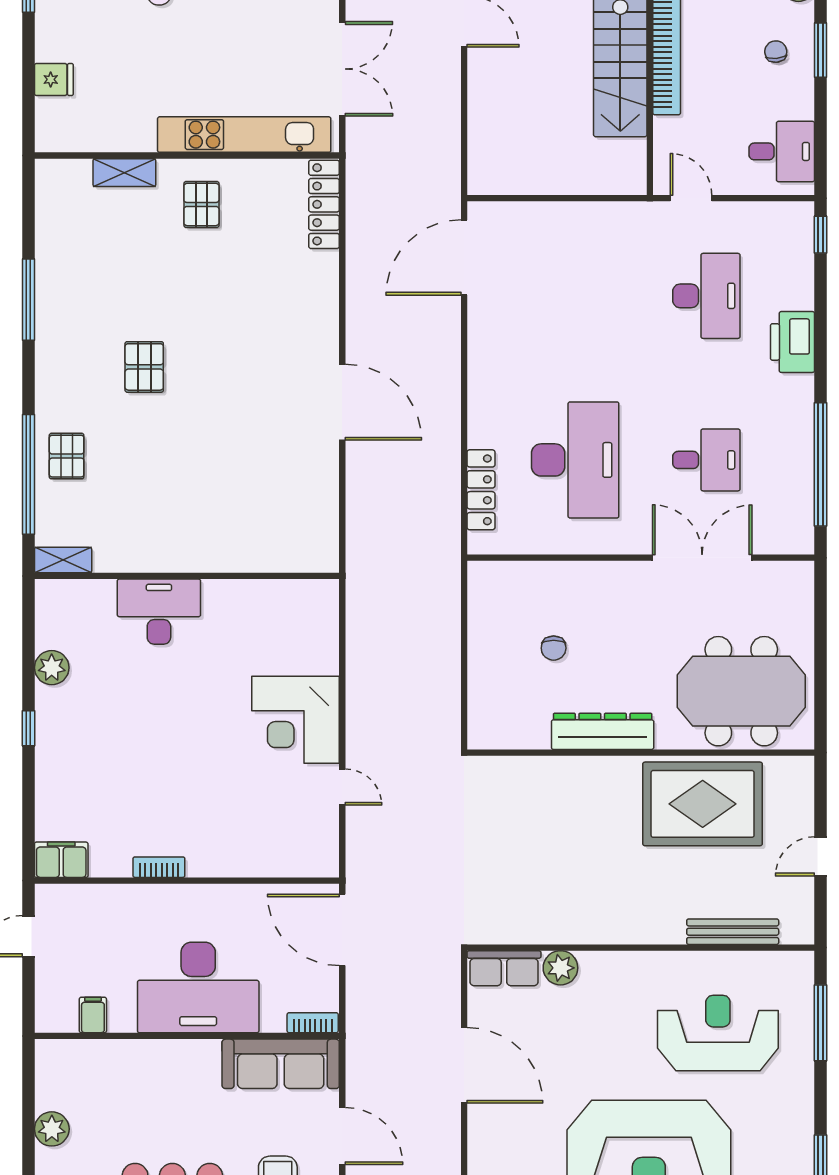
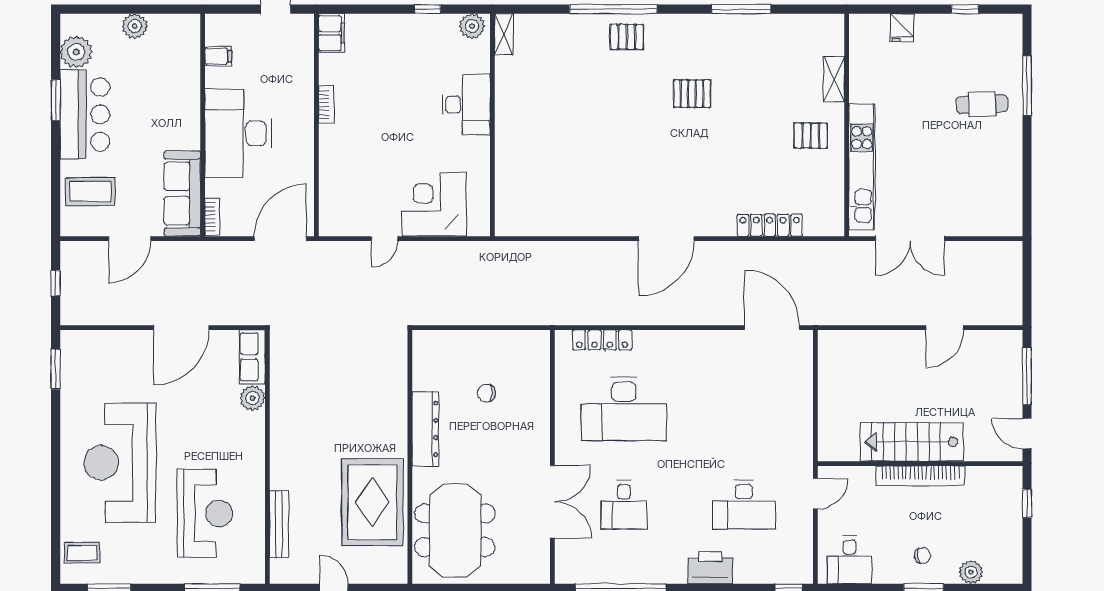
locker: (324, 204) -> (770, 225), moved
shelving: (63, 560) -> (504, 34), moved
wall: (187, 576) -> (492, 125), moved
desk: (159, 612) -> (466, 104), moved

